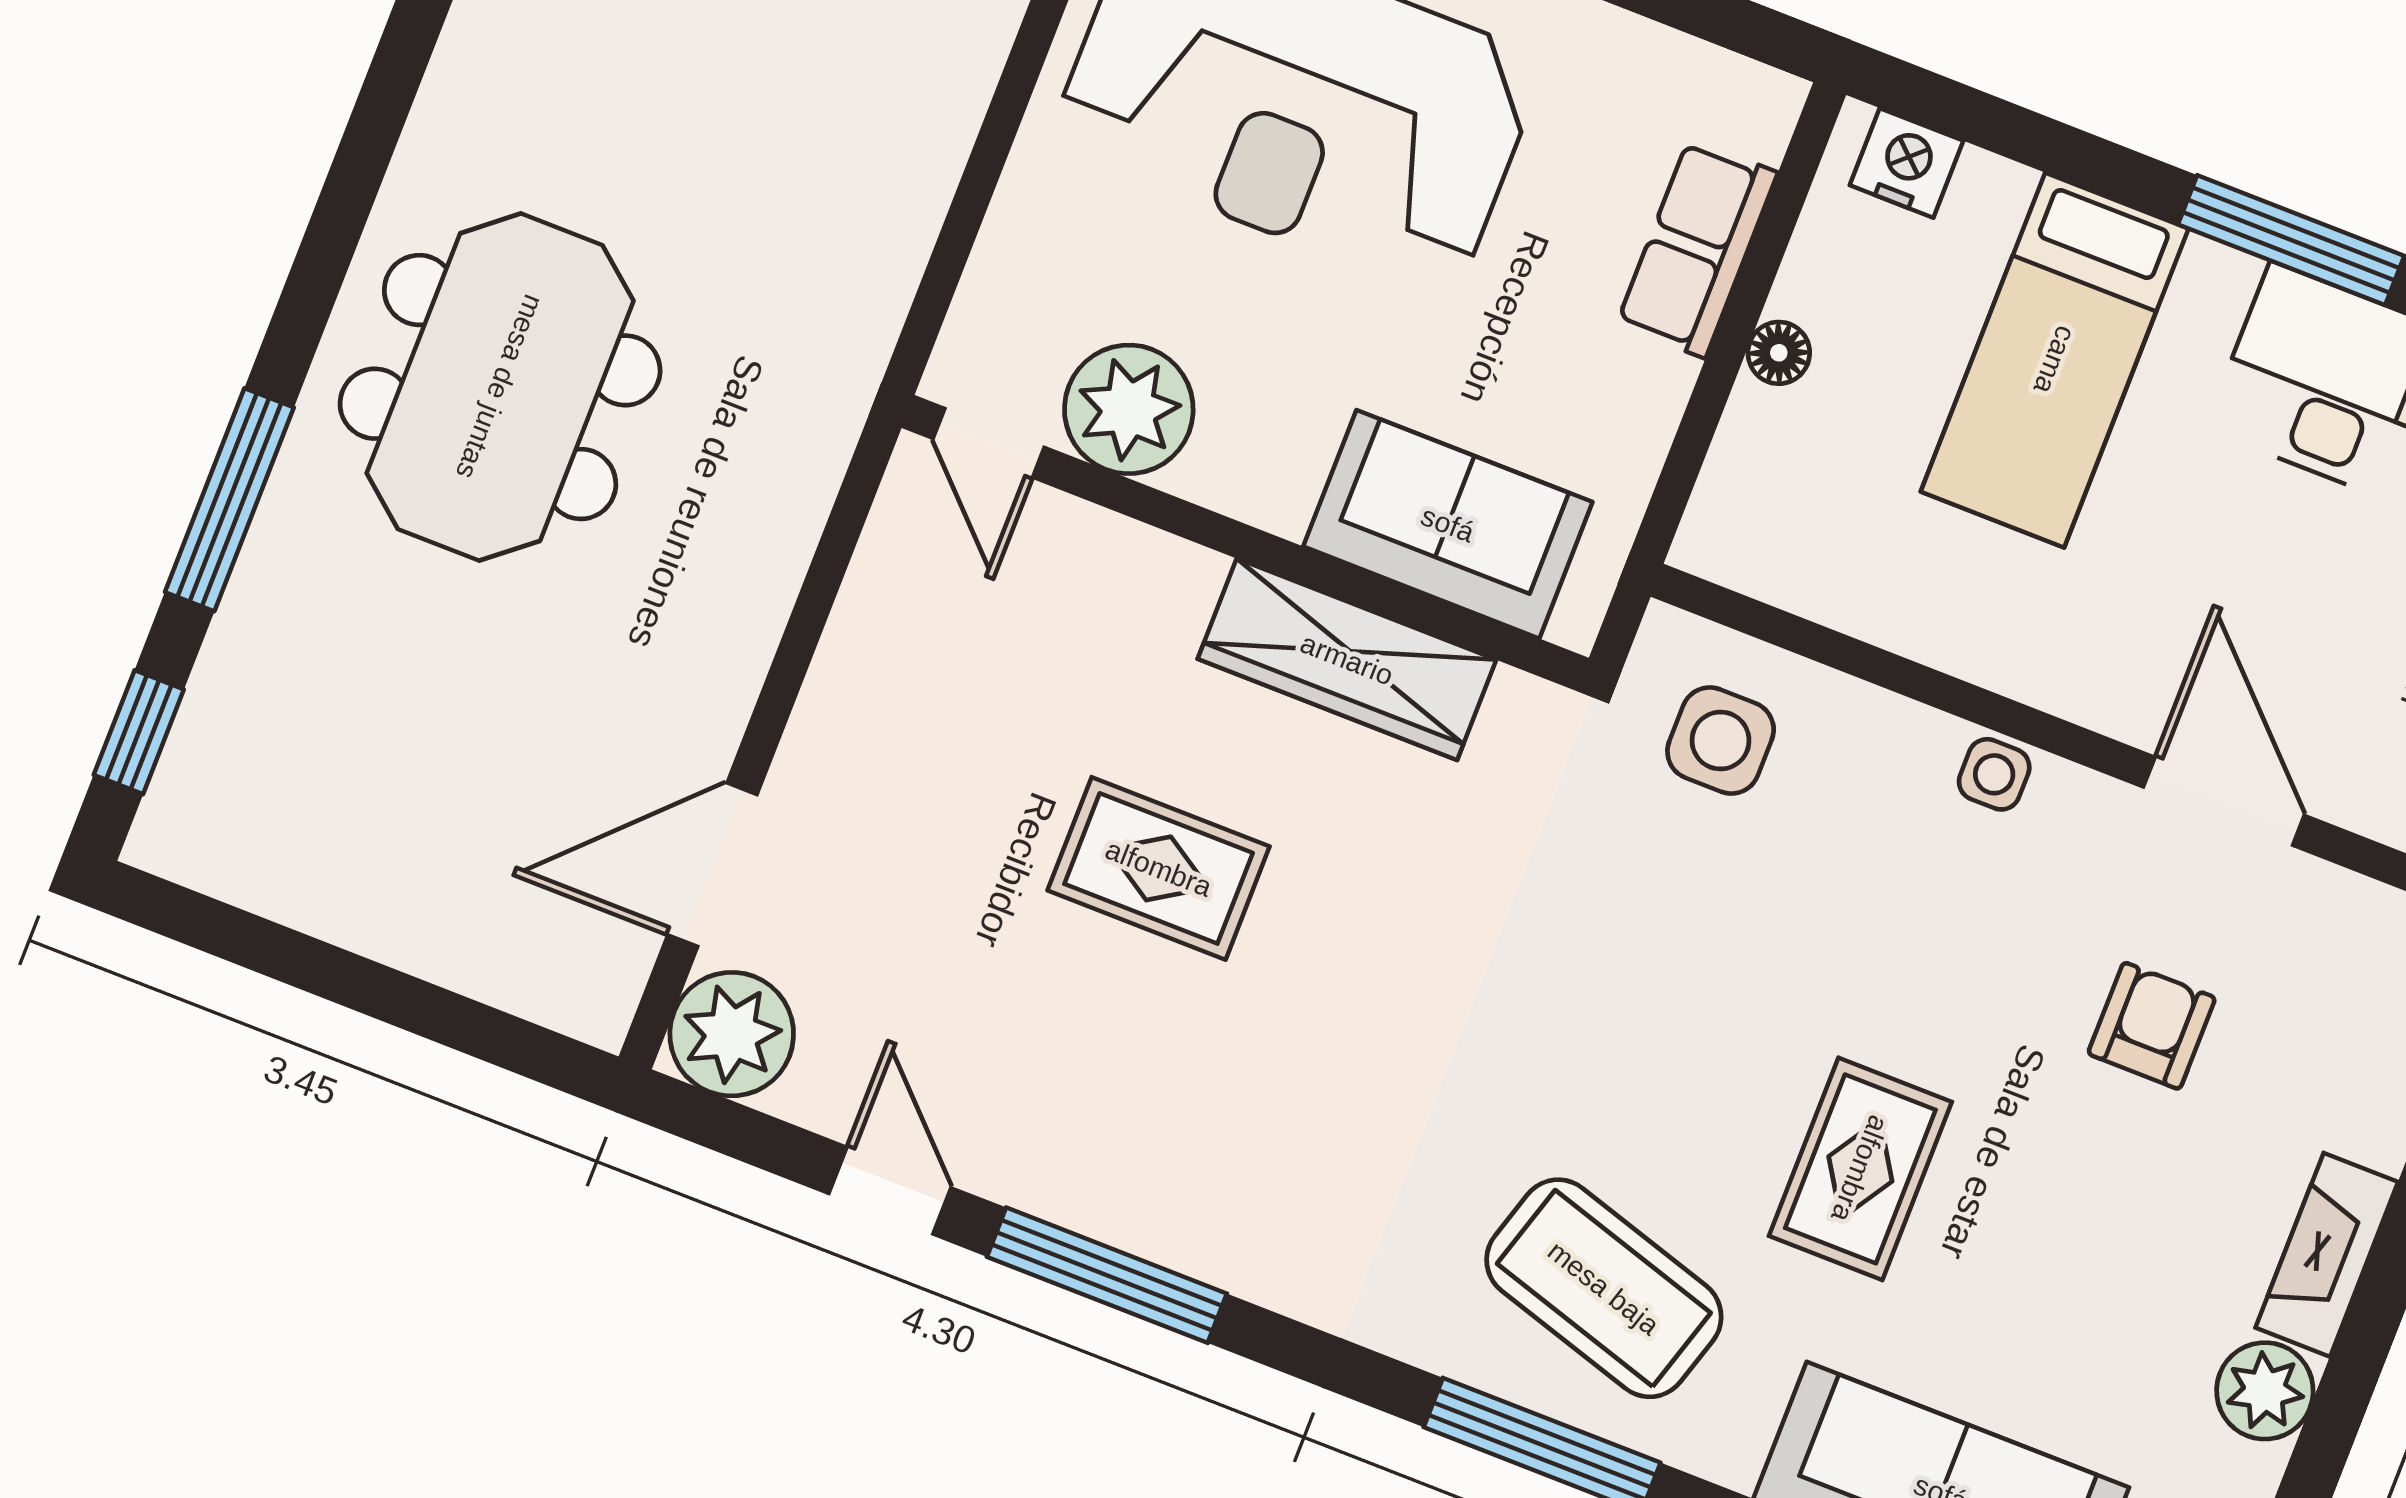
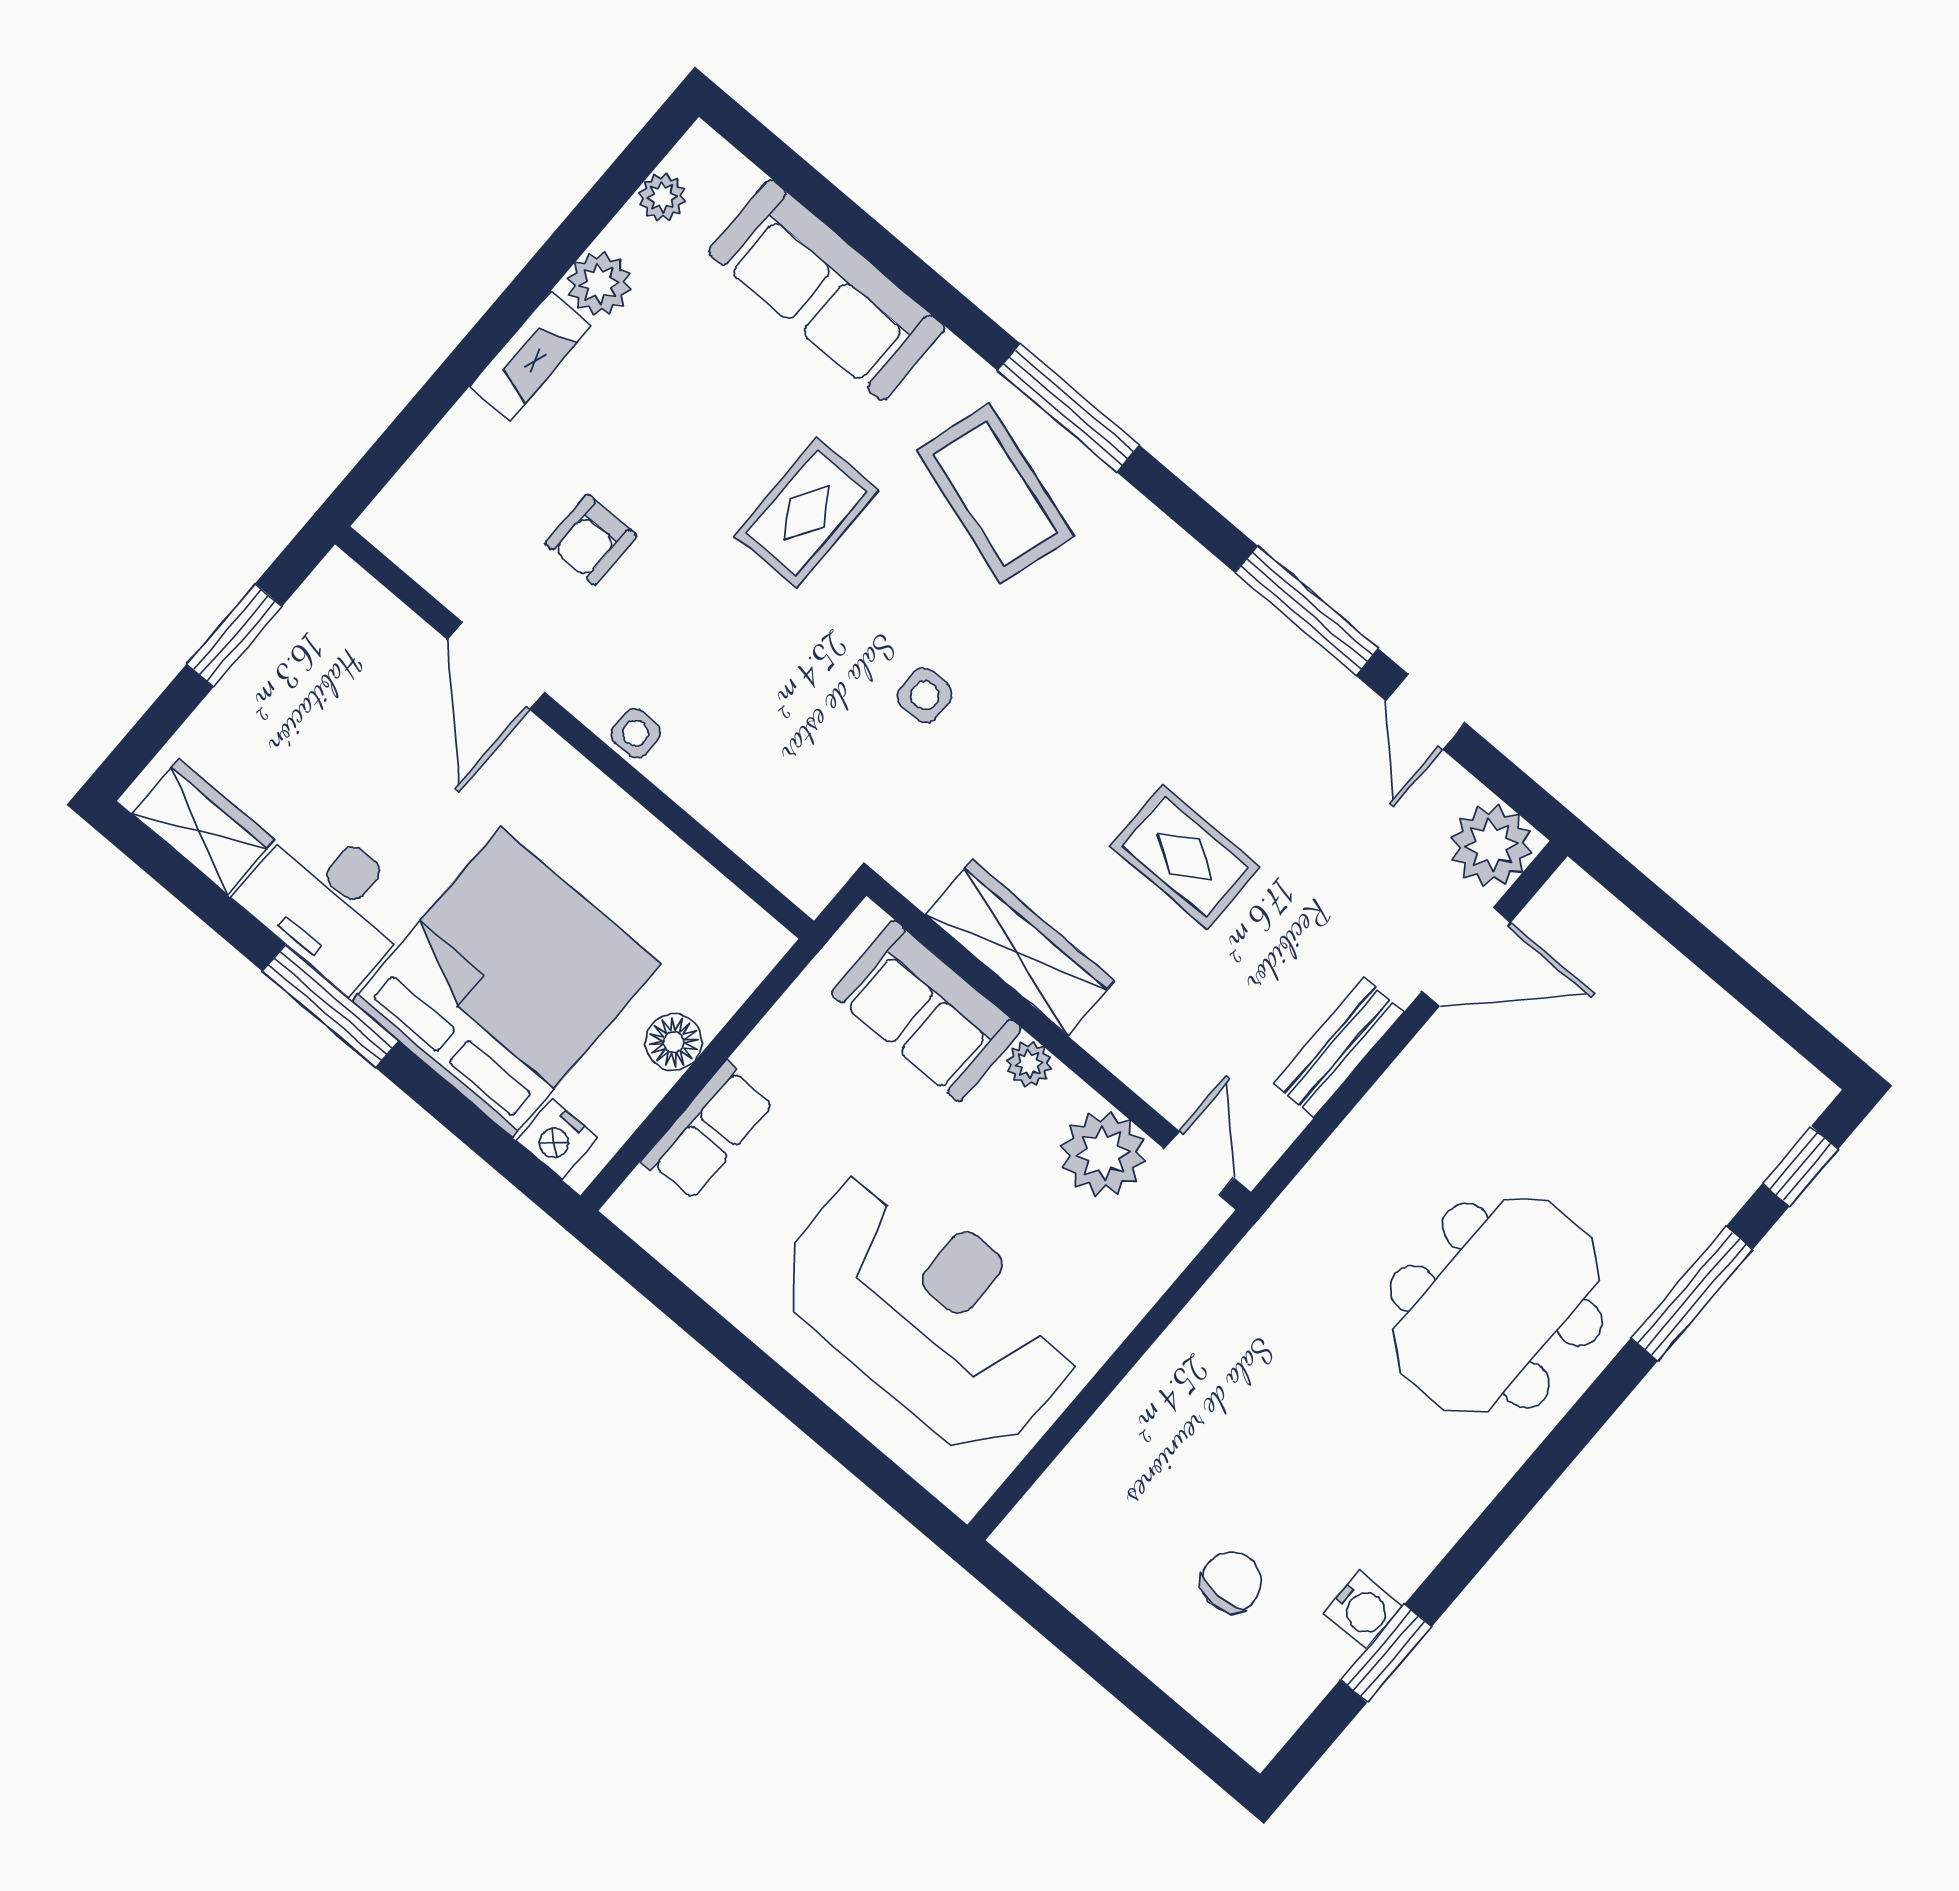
floor lamp: (1779, 353) -> (674, 1042), width x1.37, depth x1.37
bed: (2055, 360) -> (506, 982), width x2.04
plant: (1277, 500) -> (1029, 1064), added
bench: (848, 675) -> (1339, 1047), added
side table: (1721, 741) -> (925, 695), moved, width x0.73, depth x0.73

